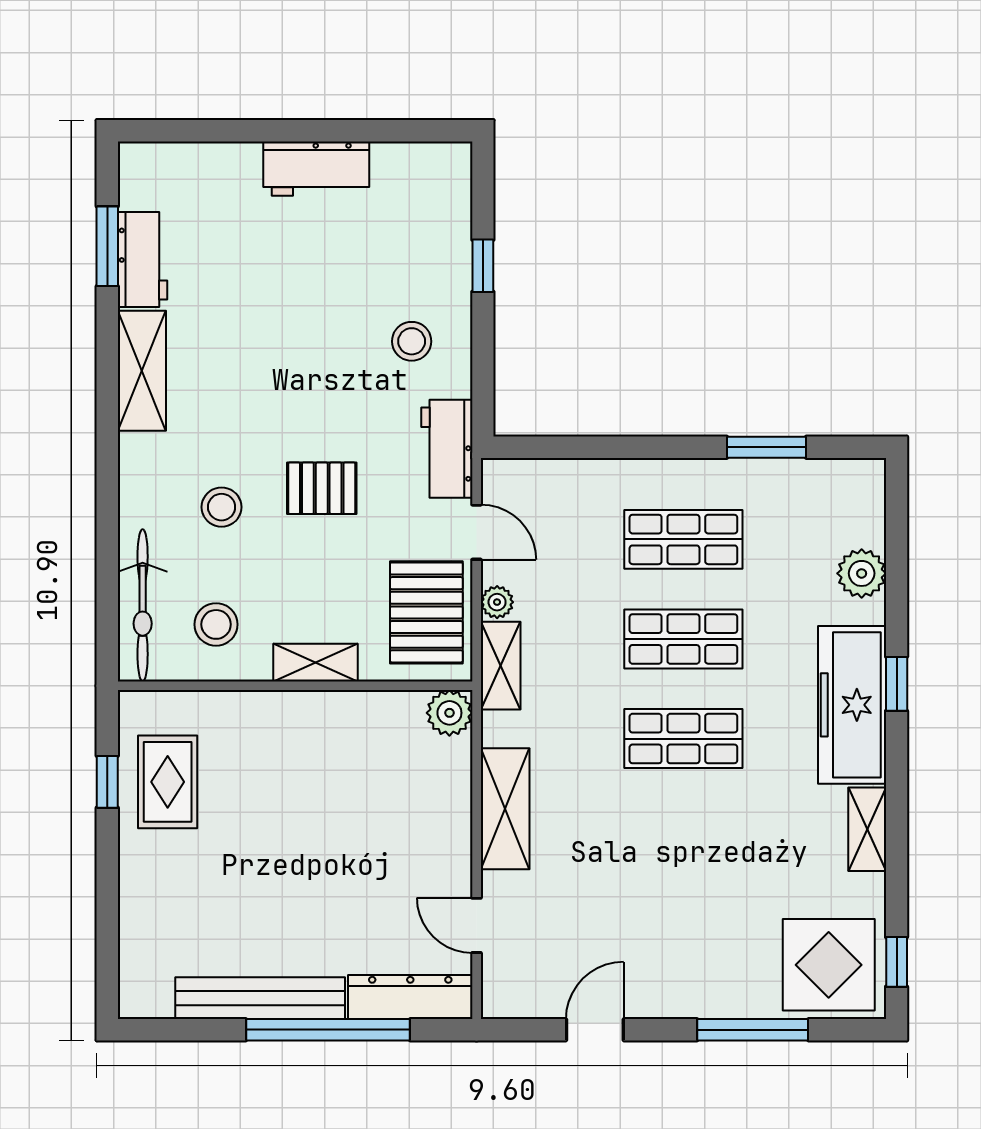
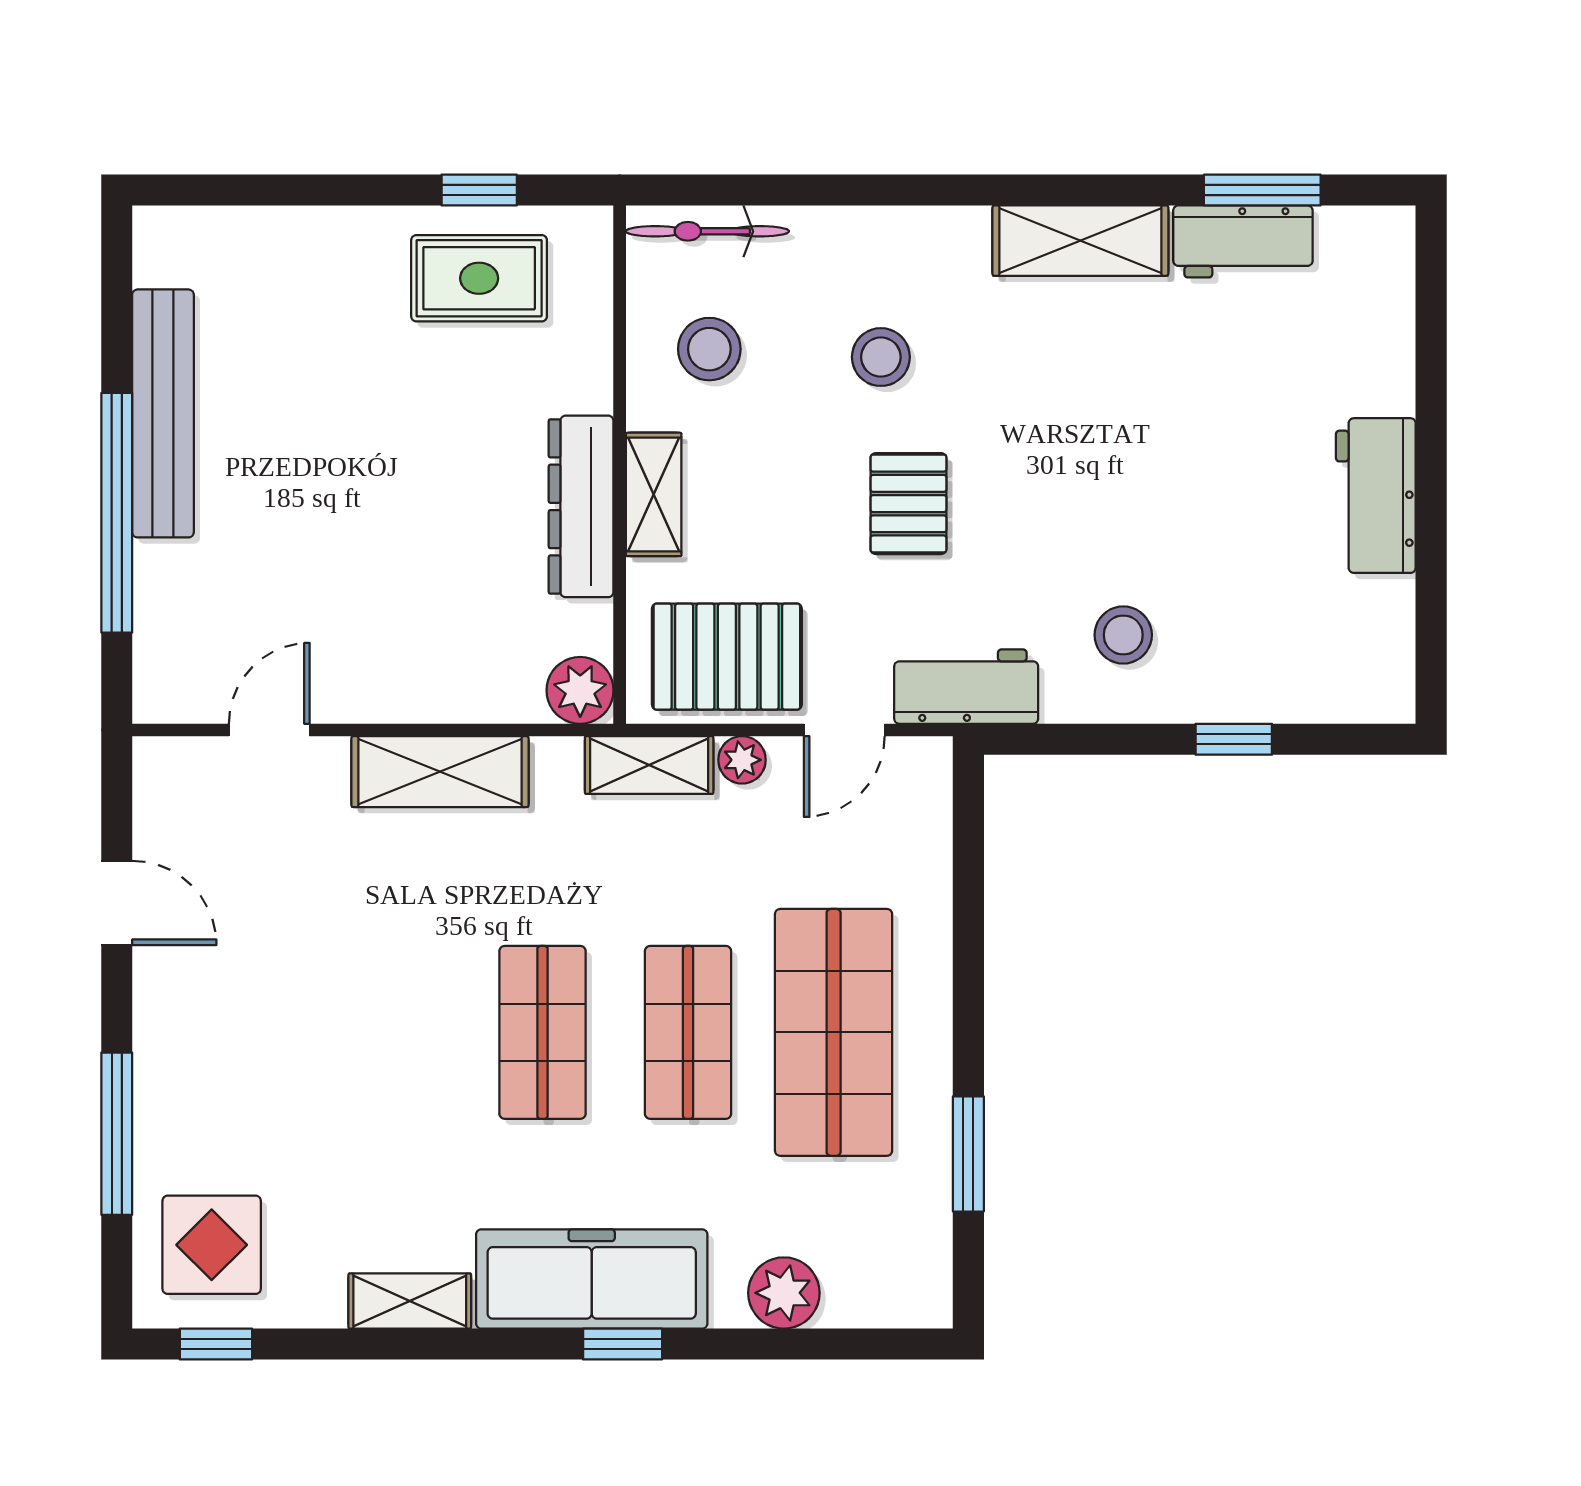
shop shelf: (683, 539) -> (834, 1032), width x1.43, depth x1.36
bicycle: (143, 605) -> (707, 231), width x0.73, depth x0.71
display table: (829, 965) -> (212, 1245), width x0.73, depth x0.73
dresser: (410, 997) -> (581, 506), moved, turned 180

